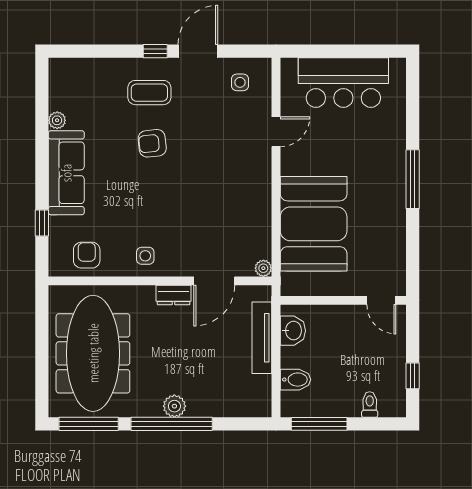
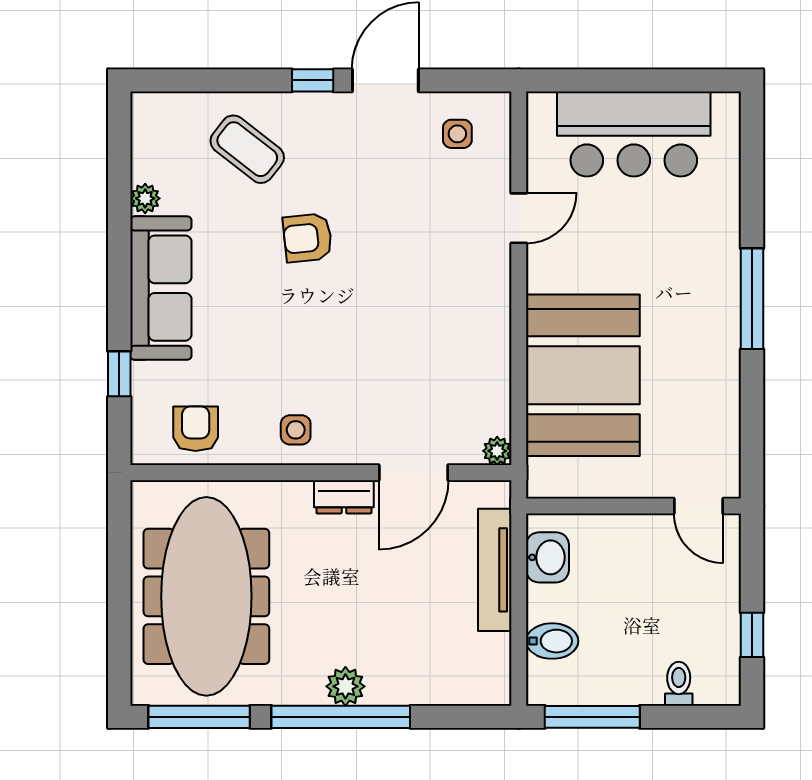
coffee table: (149, 93) -> (247, 149), moved, turned 38

